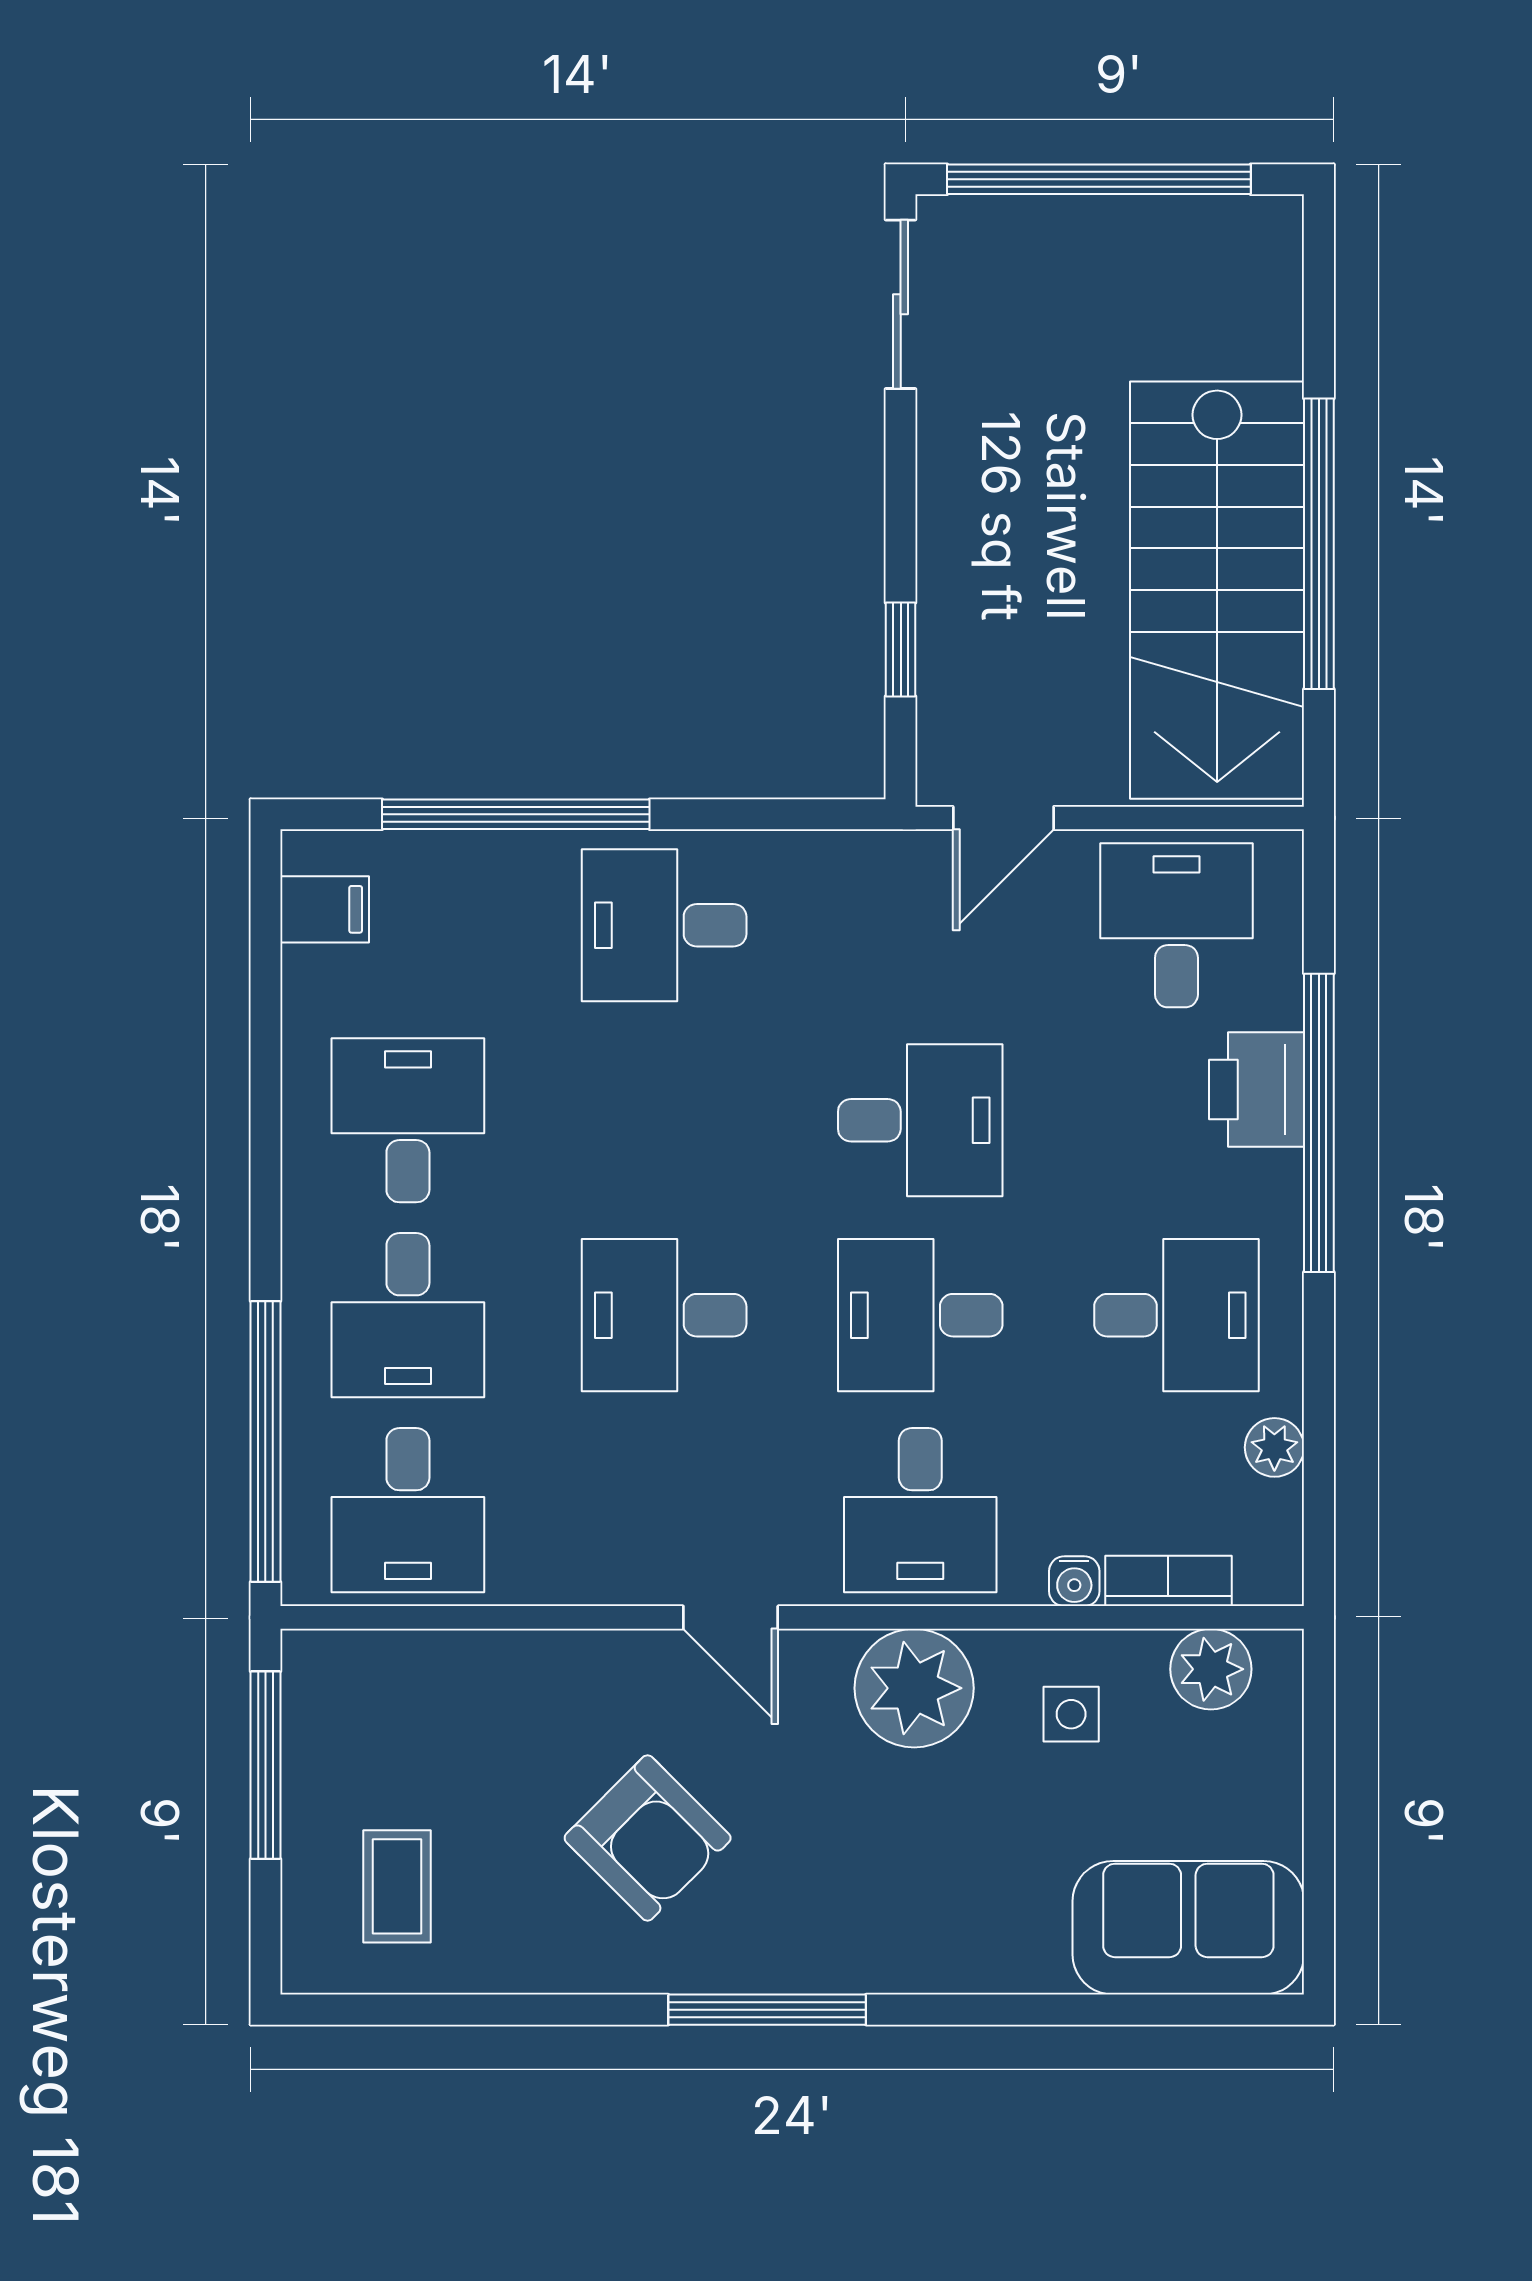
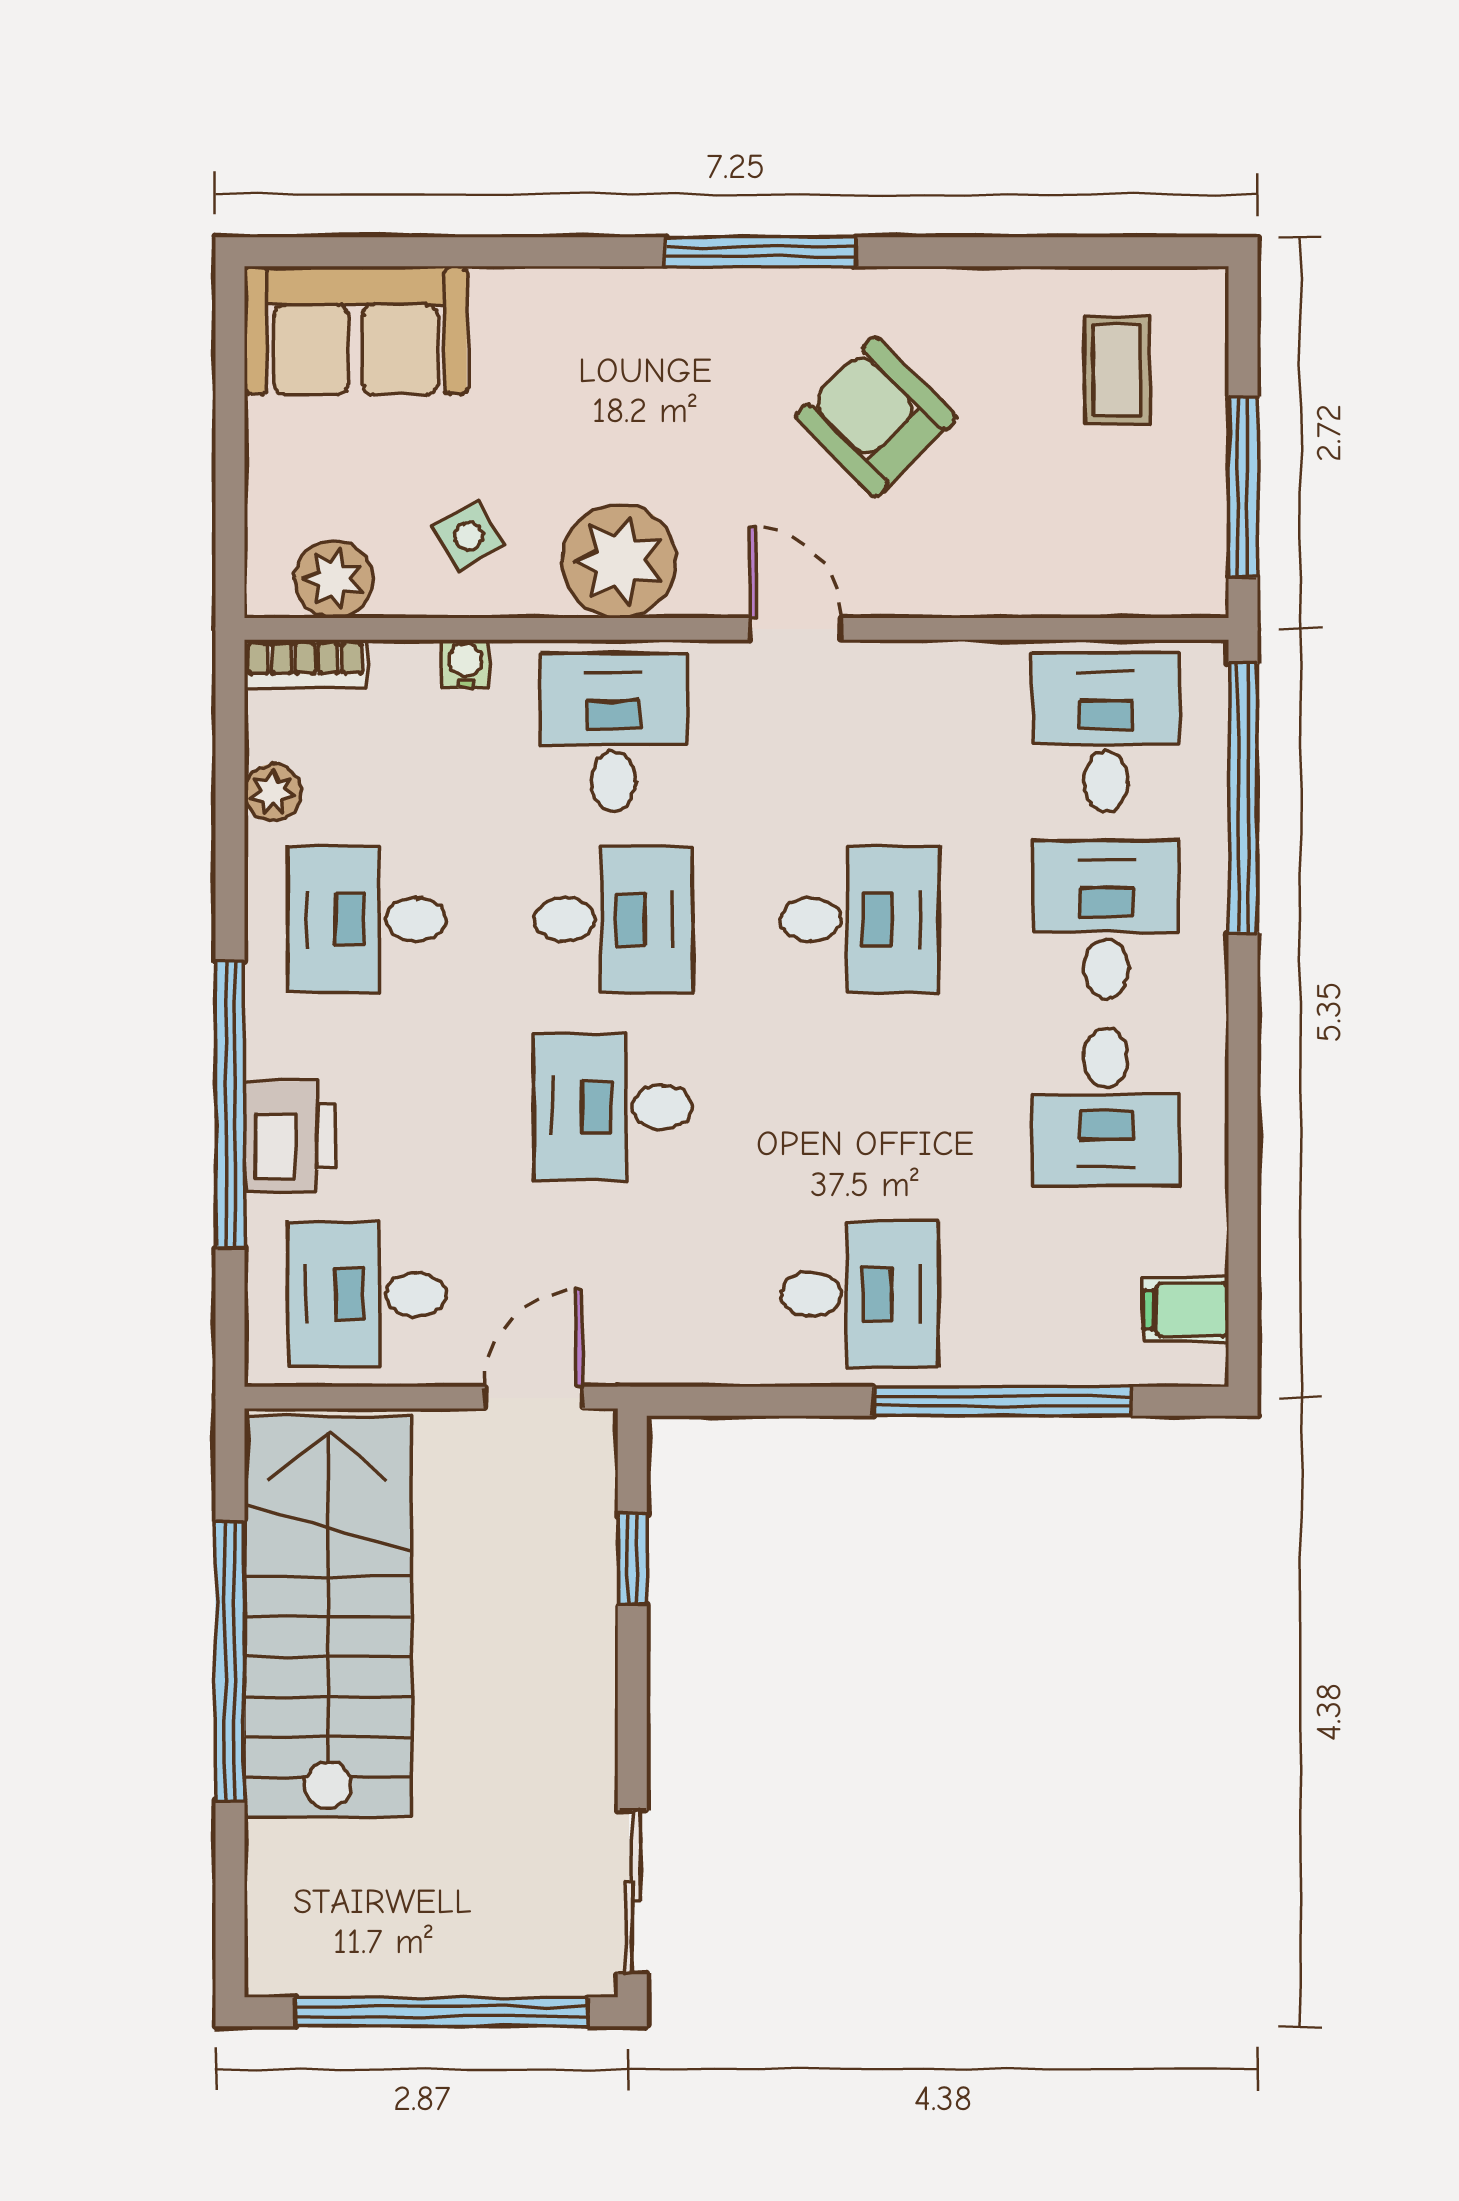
desk: (1176, 925) -> (367, 1294), turned 90
bookcase: (1168, 1581) -> (305, 664), moved
side table: (1071, 1714) -> (468, 536), turned -31

